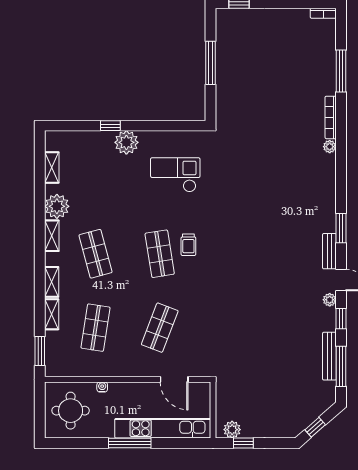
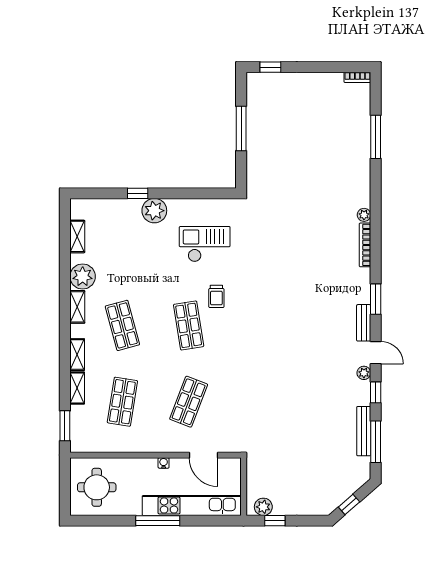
bookcase: (331, 117) -> (365, 245), moved
trolley: (188, 245) -> (216, 296), moved
water cooler: (102, 387) -> (164, 463), moved

